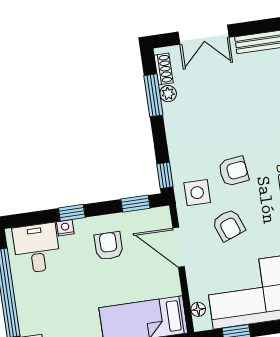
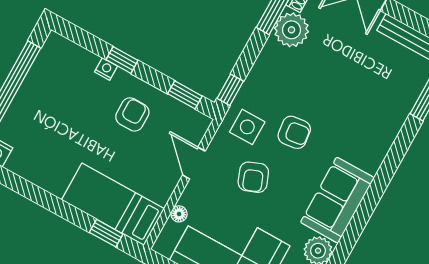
plant: (168, 94) -> (291, 30), width x1.87, depth x1.87
door: (179, 247) -> (194, 163), width x0.73
desk: (37, 248) -> (67, 68), removed
floor lamp: (198, 309) -> (179, 214), moved

